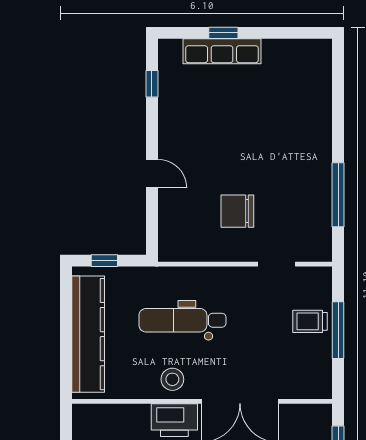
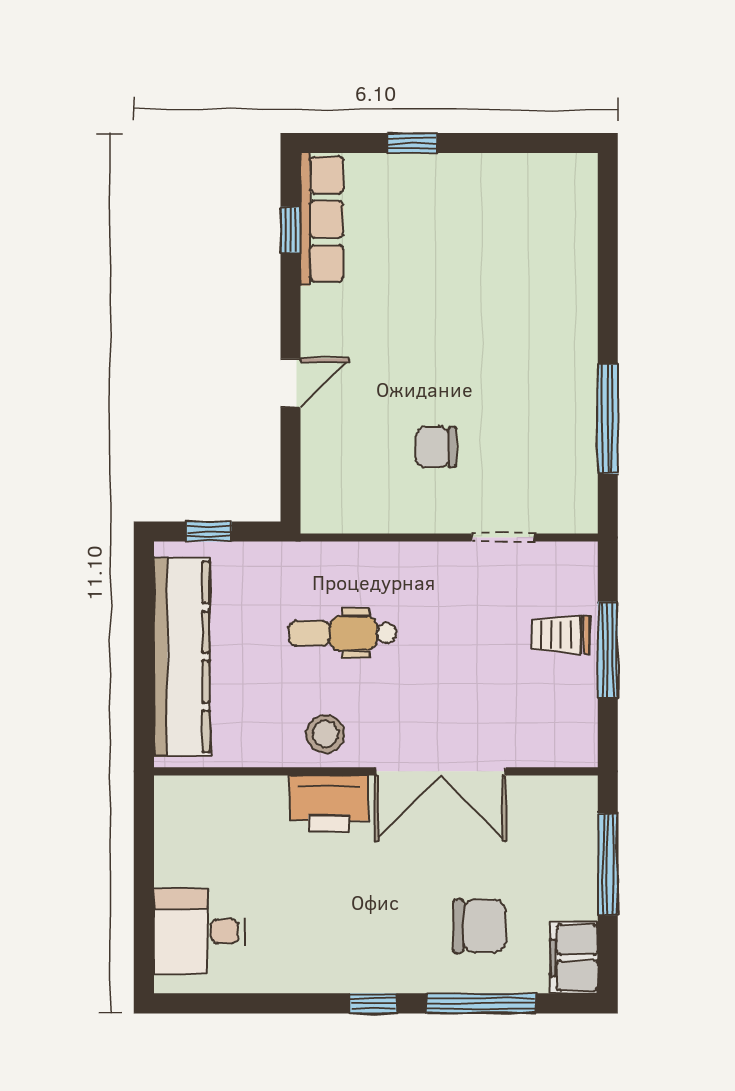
row of seats: (222, 51) -> (322, 219), moved, turned -90
door: (152, 174) -> (291, 383), hinge flipped
chair: (237, 211) -> (436, 447), width x0.73, depth x0.73
dental chair: (182, 320) -> (343, 633), width x0.73, depth x0.72

